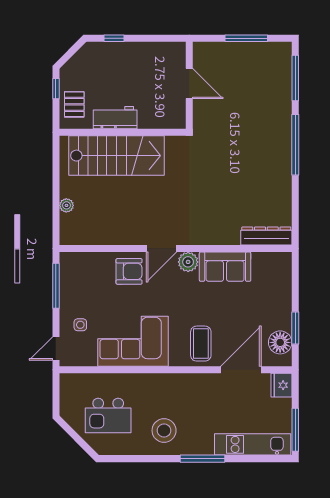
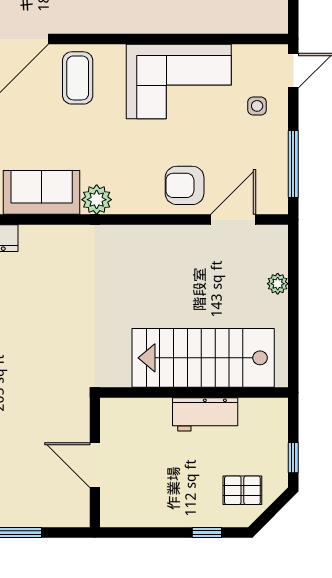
pallet: (74, 104) -> (242, 490), moved, turned 90
door: (162, 248) -> (233, 220), moved

